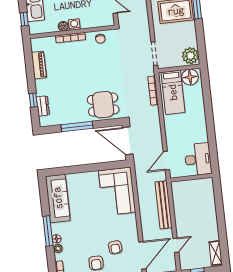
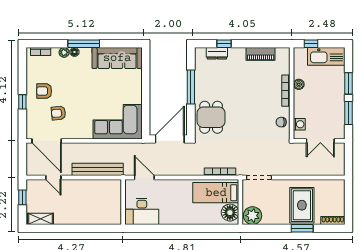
washing machine: (74, 25) -> (299, 124), moved

